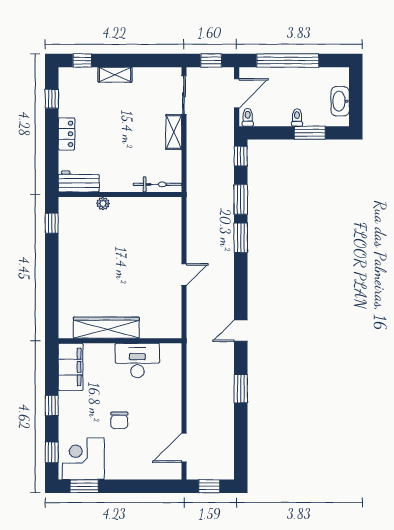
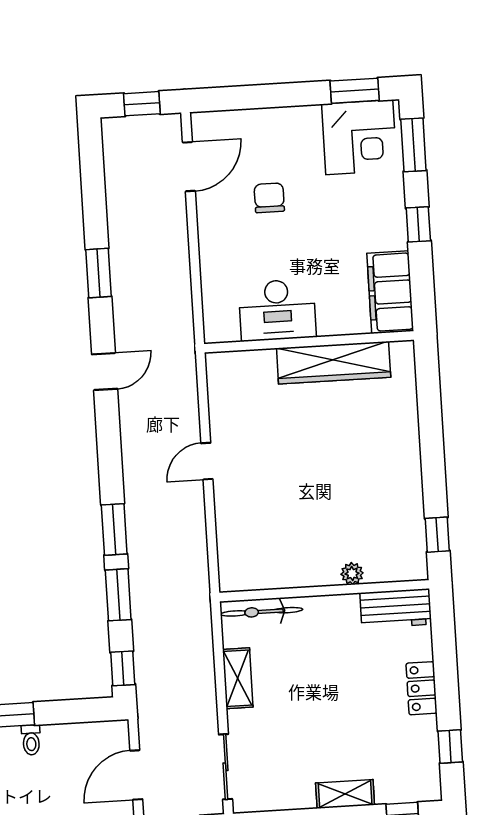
toilet: (248, 117) -> (115, 735), removed
shelving: (174, 132) -> (238, 678), moved
chair: (119, 420) -> (269, 198), moved
window: (52, 452) -> (413, 145), width x1.50

